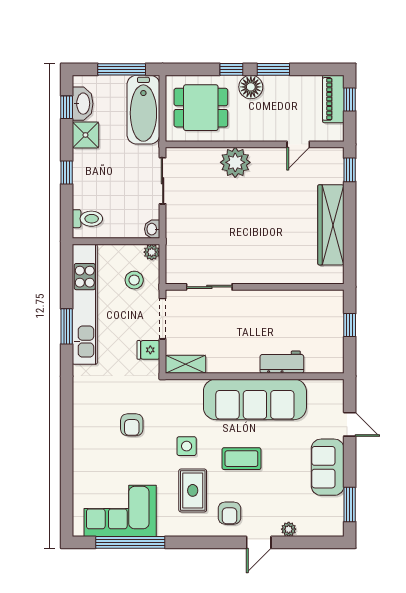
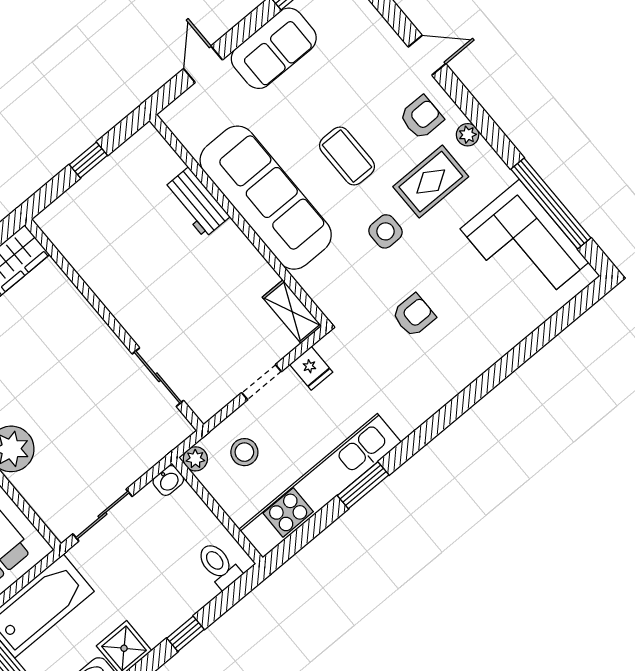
sliding door: (209, 287) -> (158, 377), moved
wall: (255, 287) -> (114, 325), moved
doorway: (163, 319) -> (262, 382), width x0.73
plant: (289, 529) -> (468, 135), moved

